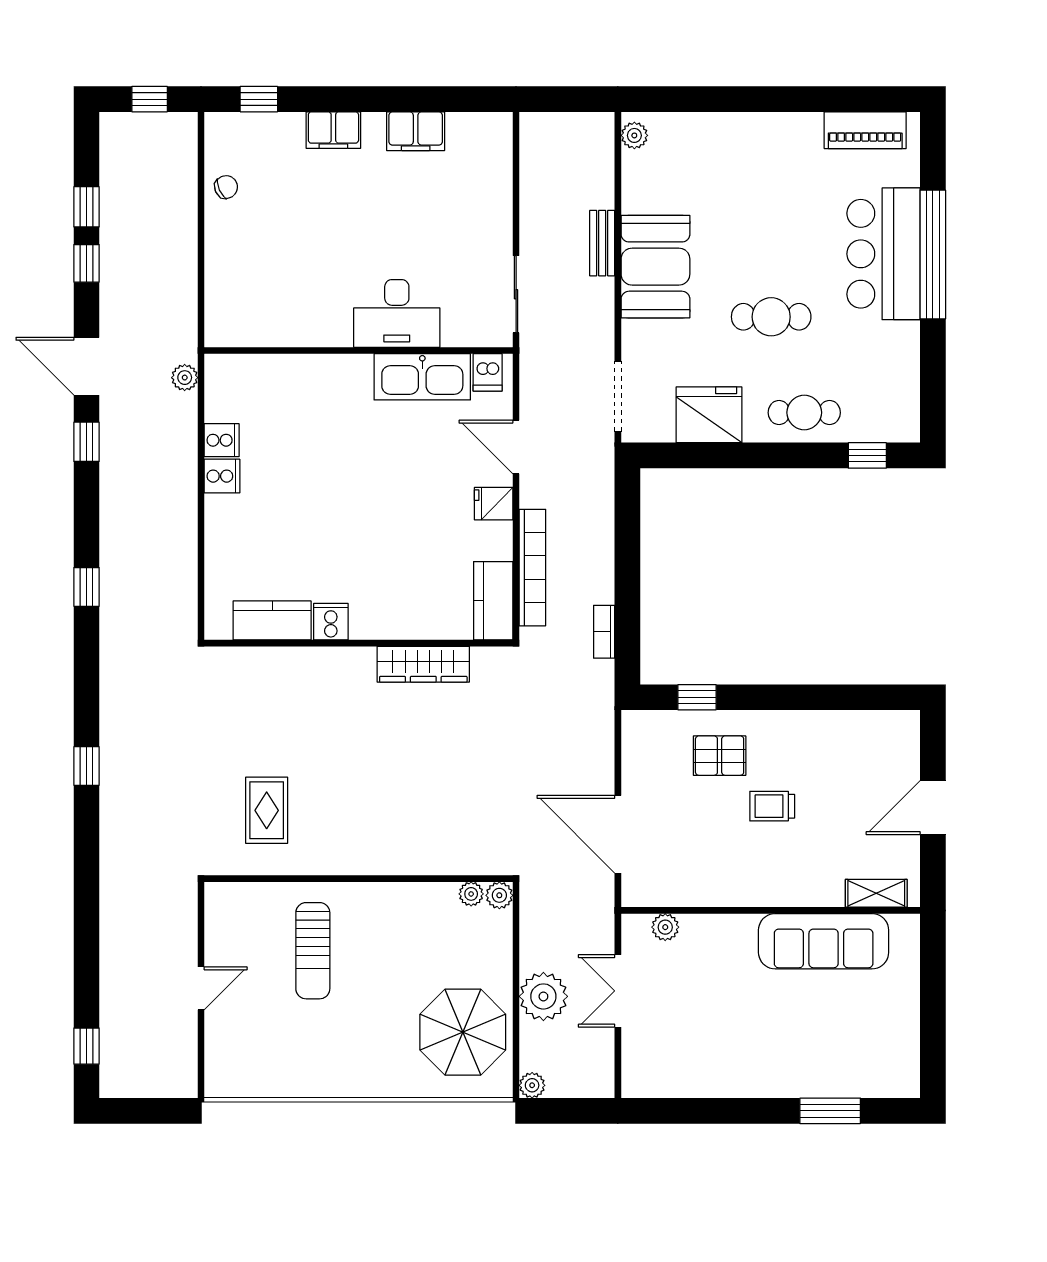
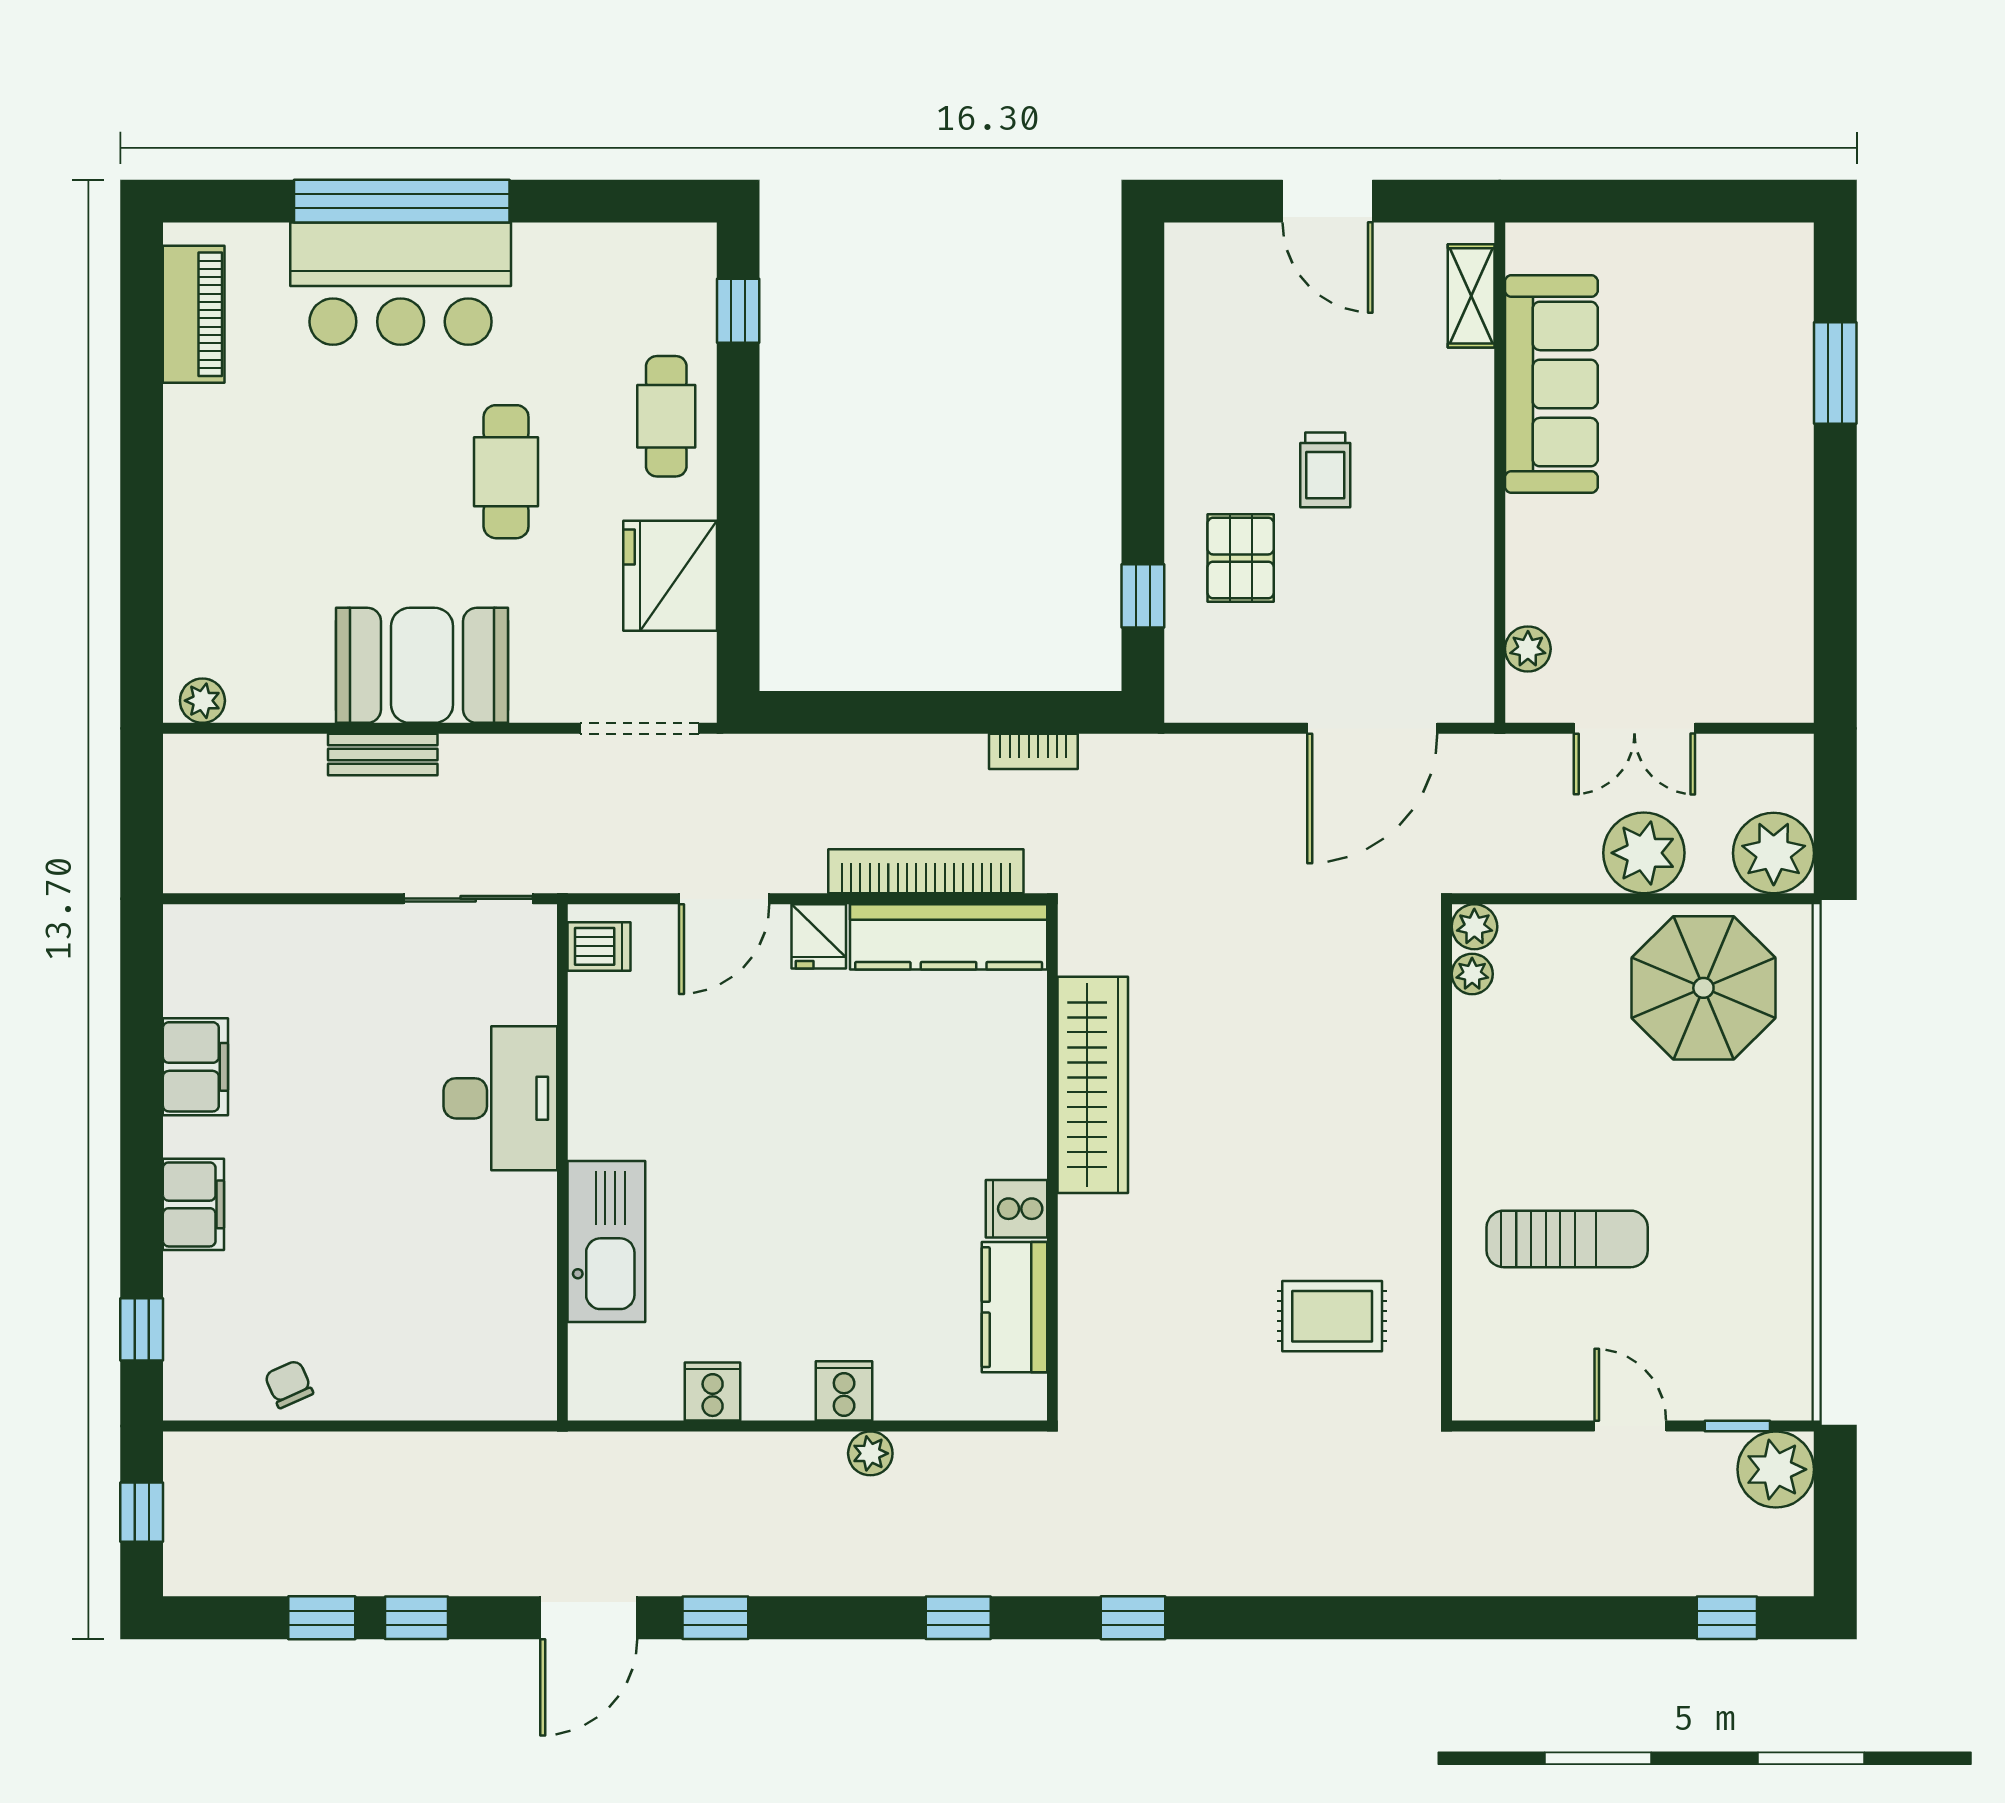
kitchen sink: (422, 377) -> (606, 1241), moved
plant: (185, 378) -> (870, 1453), moved
cooker: (222, 476) -> (844, 1391), moved
kitchen counter: (493, 601) -> (949, 937), width x1.50
wardrobe: (423, 664) -> (1093, 1085), width x1.40, depth x1.17
window: (87, 766) -> (1133, 1618), moved
window: (201, 1052) -> (1737, 1426), added
plant: (175, 1075) -> (1776, 1469), added
plant: (532, 1085) -> (1774, 853), width x1.87, depth x1.87

